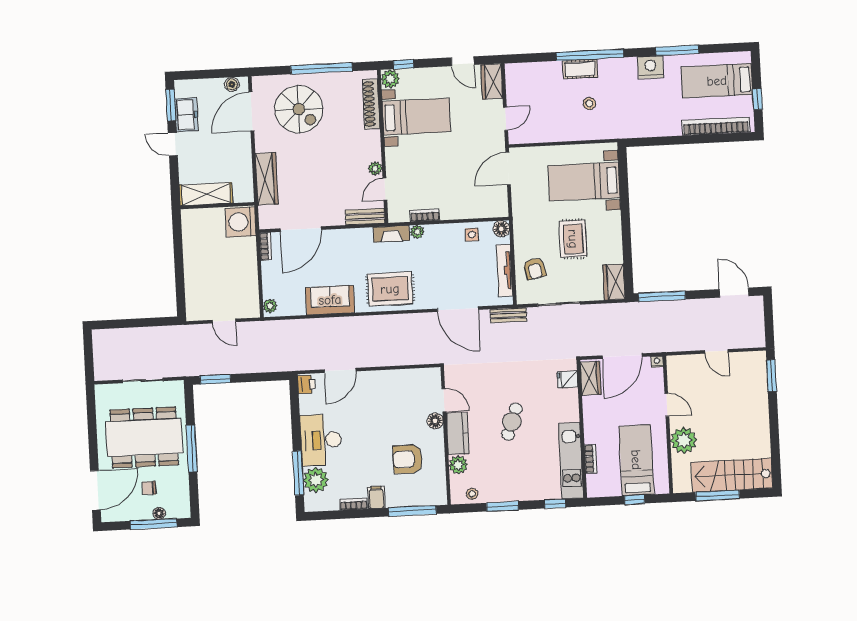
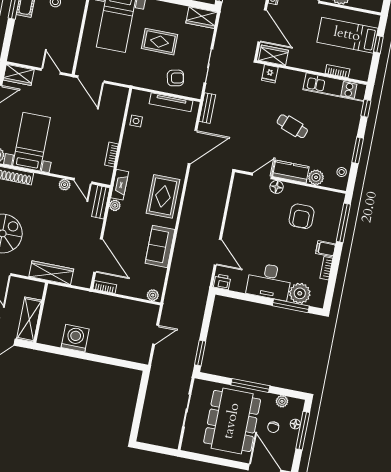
shelving: (206, 194) -> (29, 320), moved
wall: (217, 206) -> (41, 313), moved
washing machine: (241, 222) -> (75, 338), moved, turned 180
floor lamp: (501, 229) -> (137, 97), removed
plant: (417, 232) -> (115, 205), moved
plant: (182, 491) -> (282, 401), added

